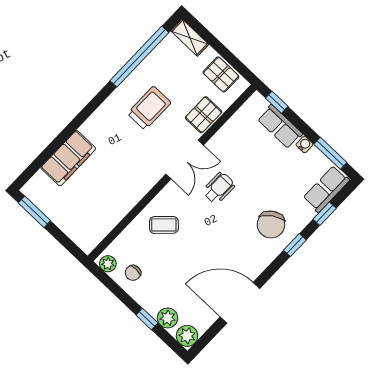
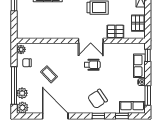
coffee table: (164, 225) -> (49, 74), moved
window: (147, 319) -> (14, 86), width x3.17

